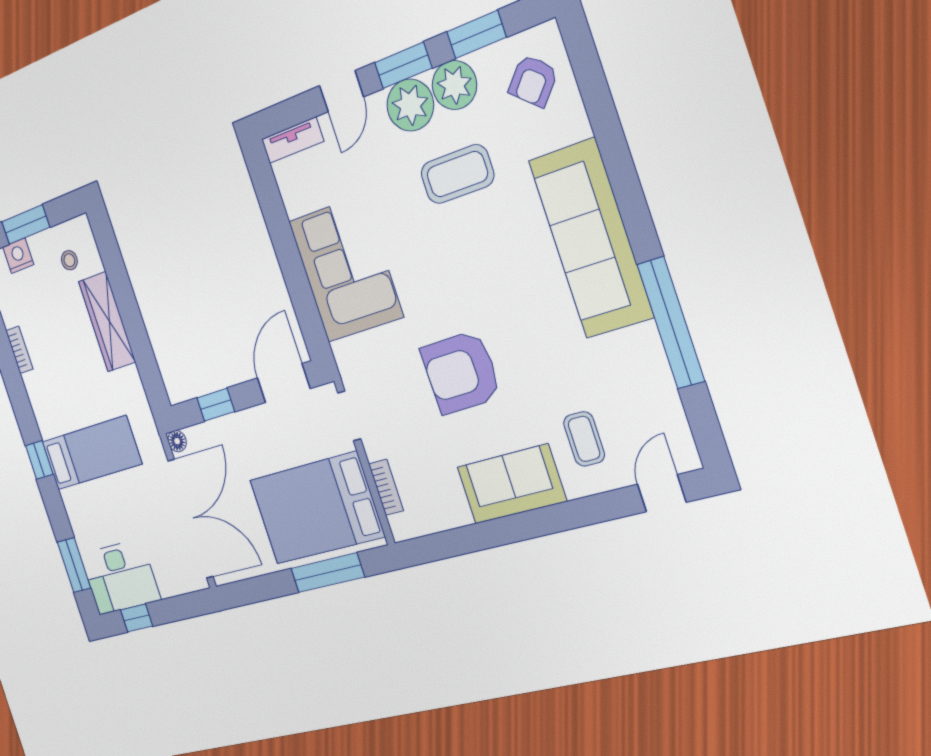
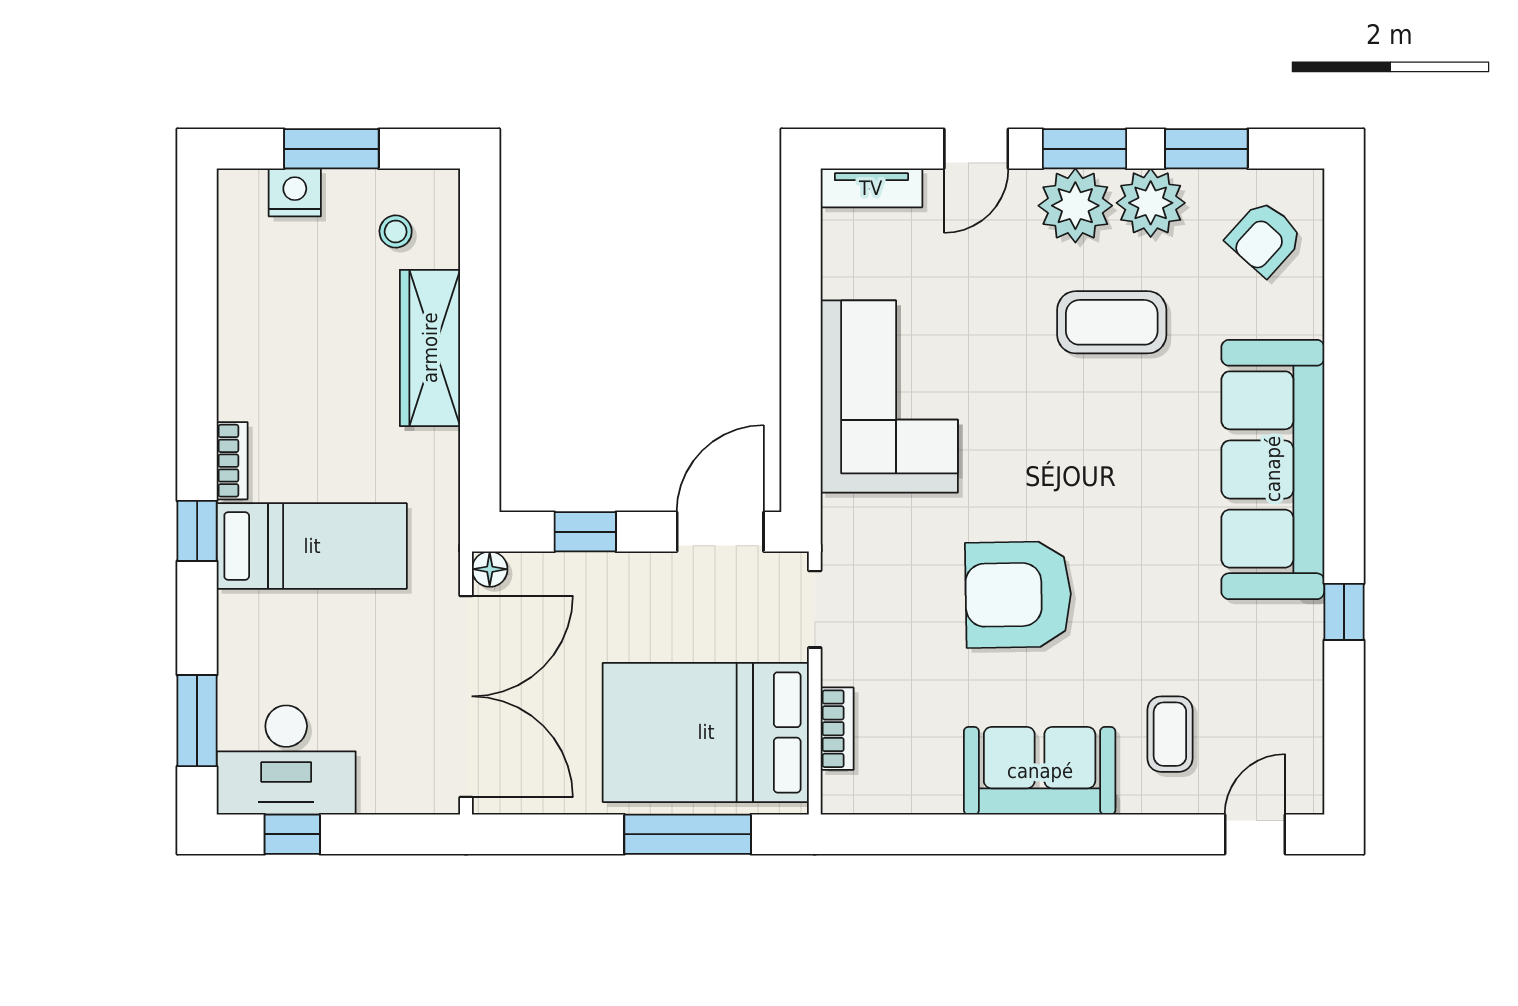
window: (671, 323) -> (1344, 612), width x0.32
bookcase: (19, 350) -> (232, 461), moved

